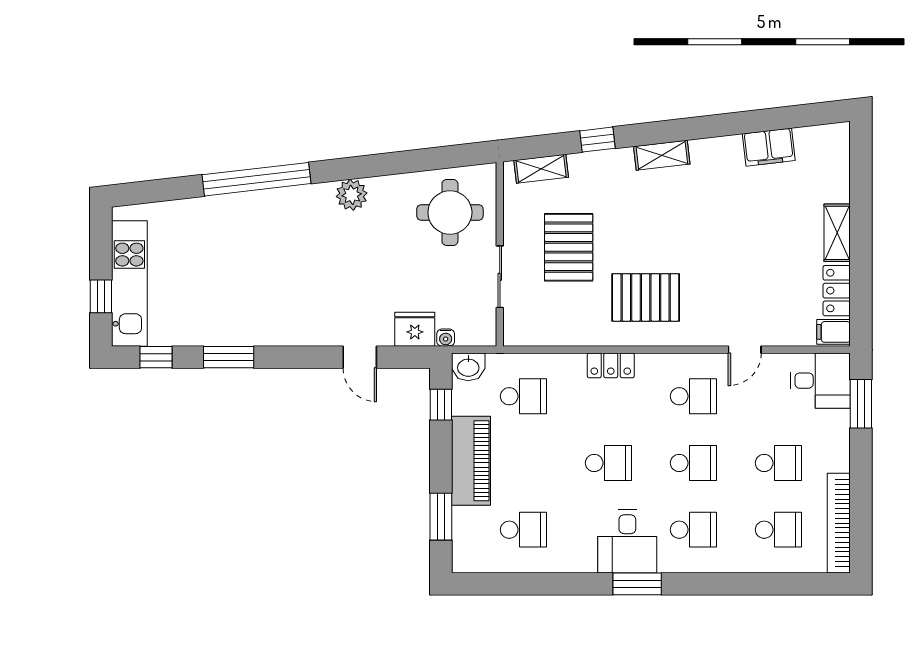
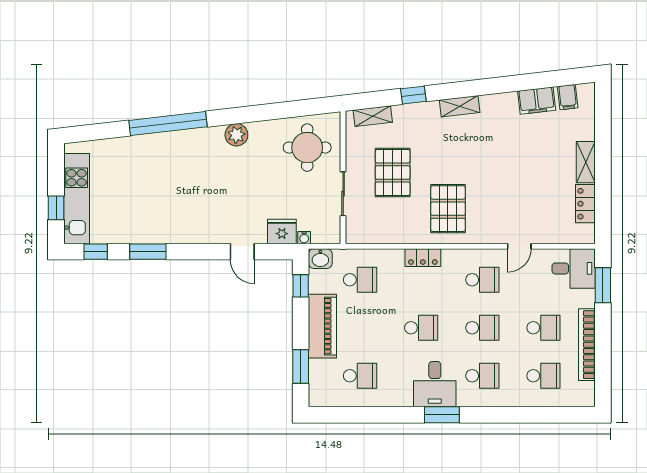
pallet: (646, 297) -> (448, 209), turned 90
filing cabinet: (833, 332) -> (568, 97), moved, turned -97
bookcase: (839, 523) -> (587, 345), moved

